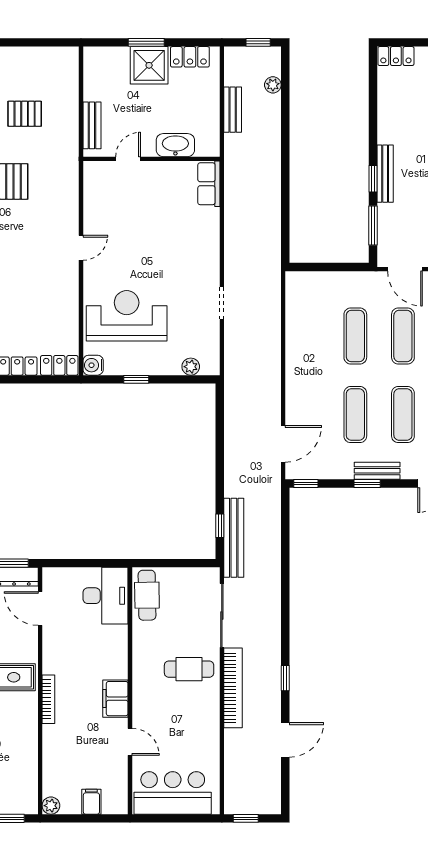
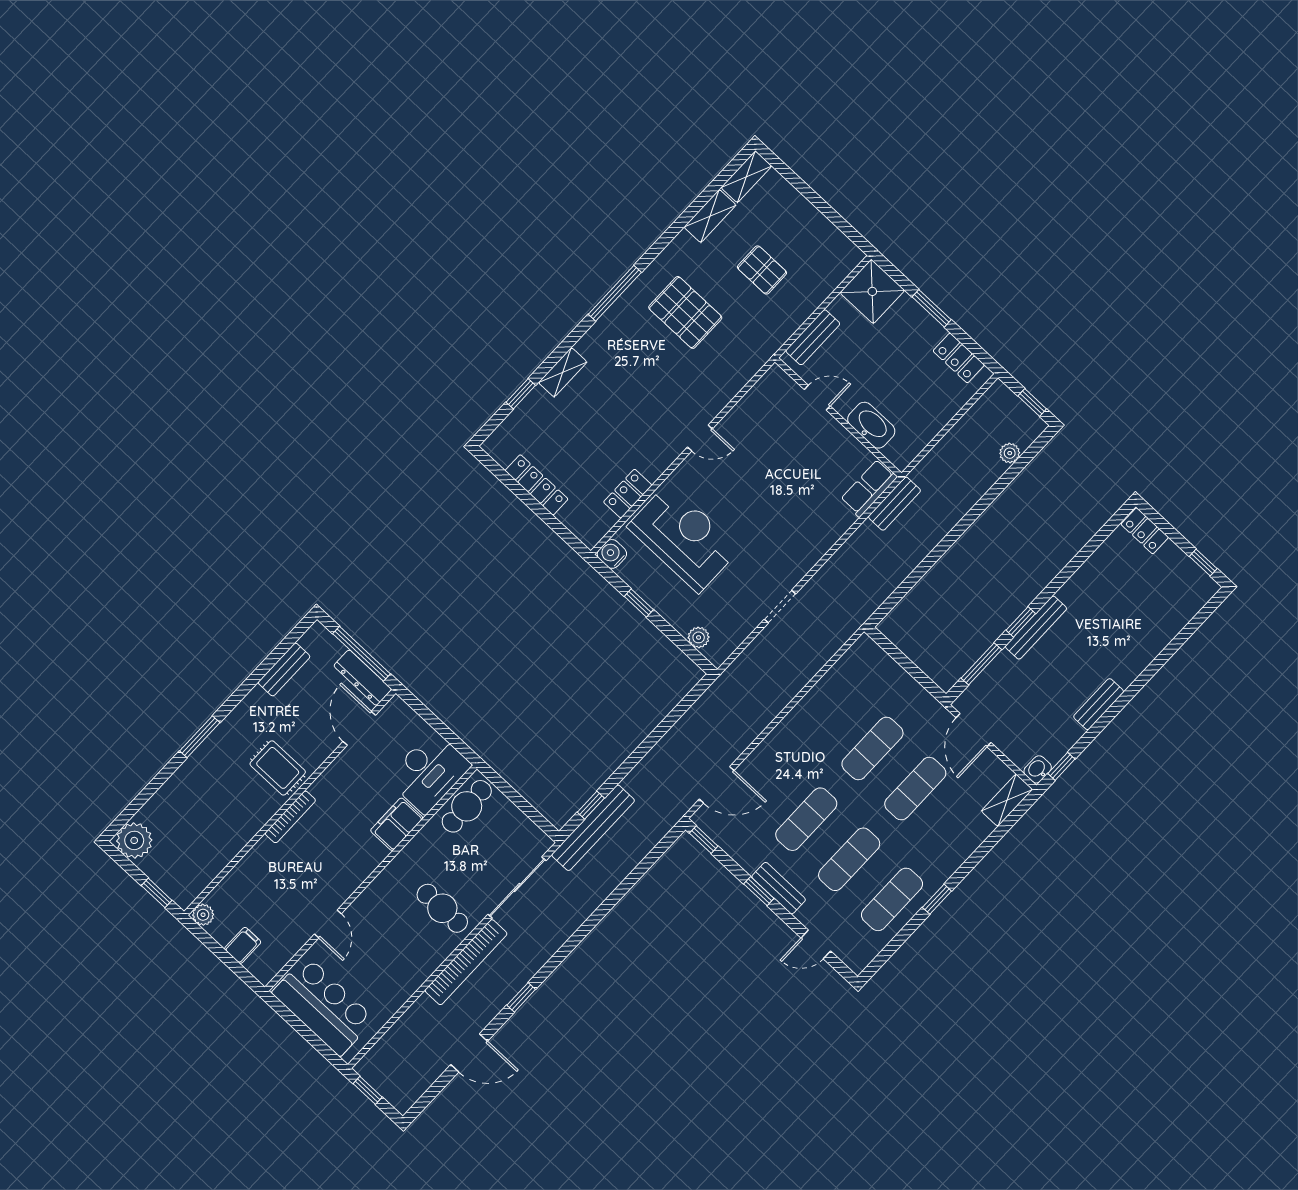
shower: (149, 65) -> (872, 291), moved
bench: (233, 110) -> (894, 504), moved
locker: (59, 365) -> (628, 494), moved, turned -90
filing cabinet: (115, 699) -> (397, 824), moved

